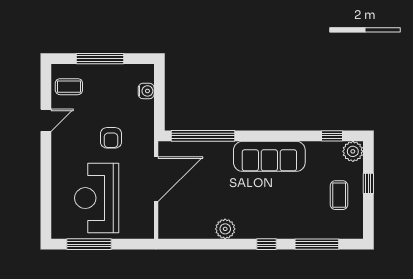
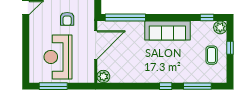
plant: (225, 229) -> (103, 76), moved

